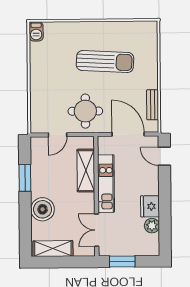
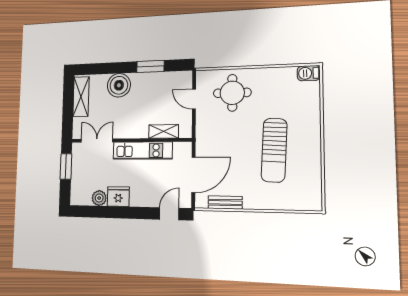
round table: (85, 111) -> (232, 93), moved
shelving: (86, 171) -> (164, 131), width x0.67, depth x0.75

